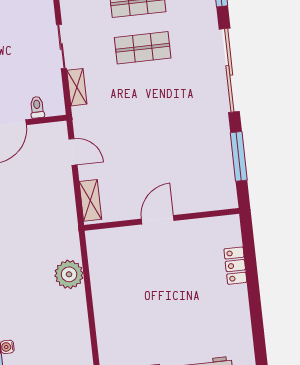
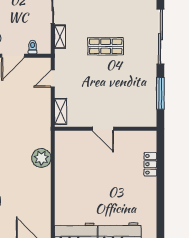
shop shelf: (143, 48) -> (106, 46), moved
door: (73, 152) -> (53, 79), swing flipped
door: (158, 220) -> (103, 129), swing flipped

